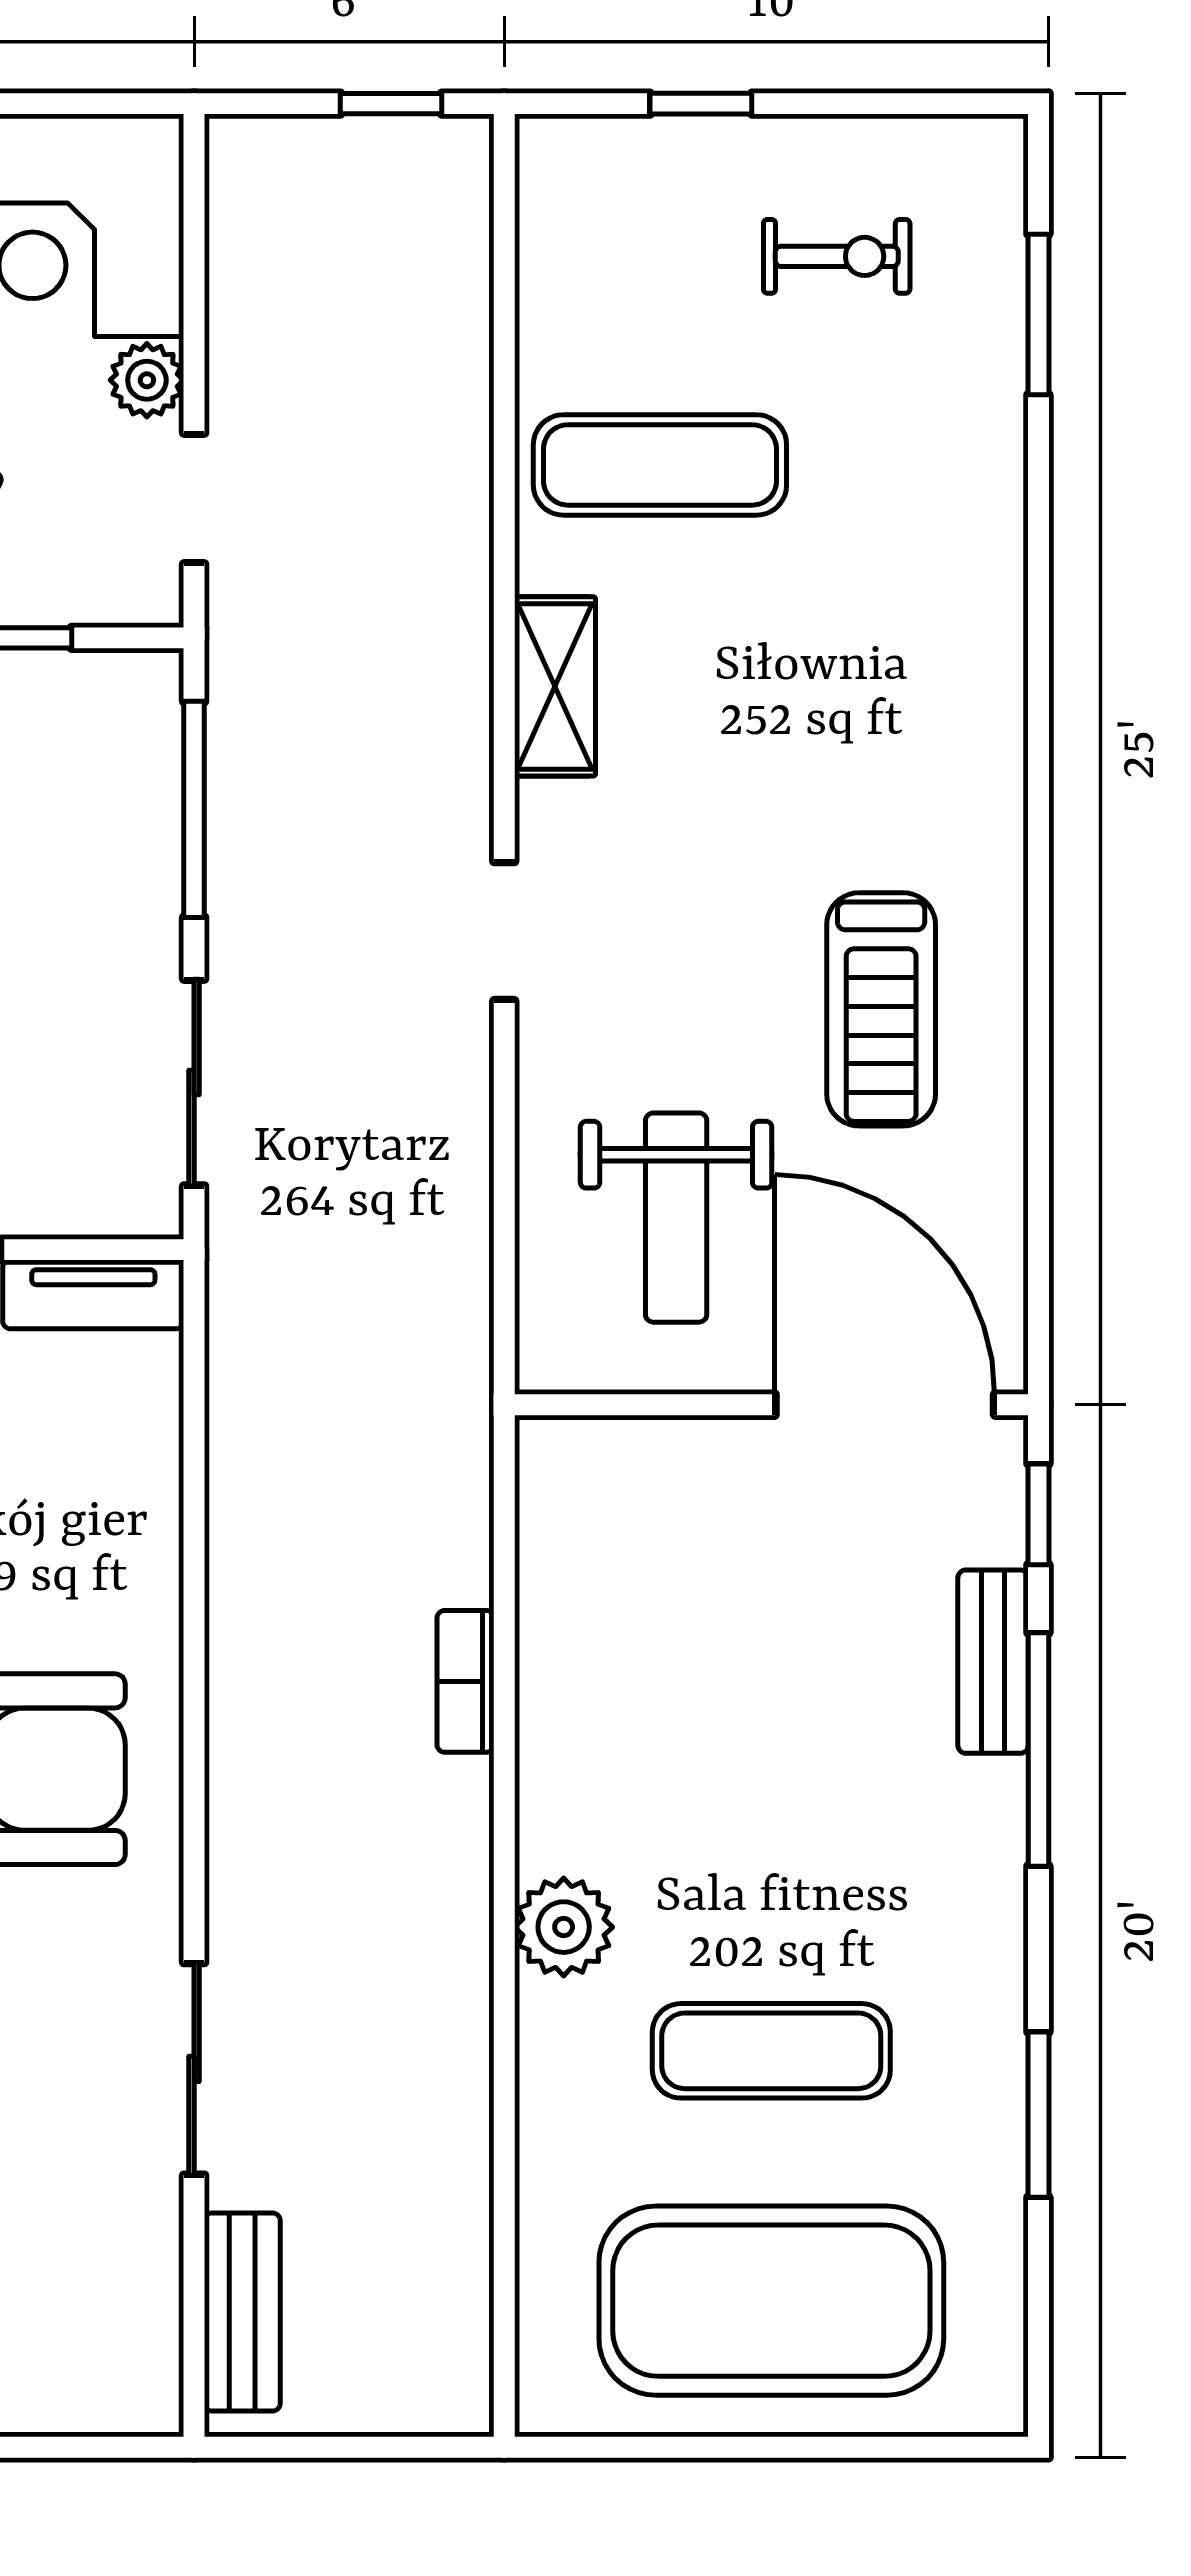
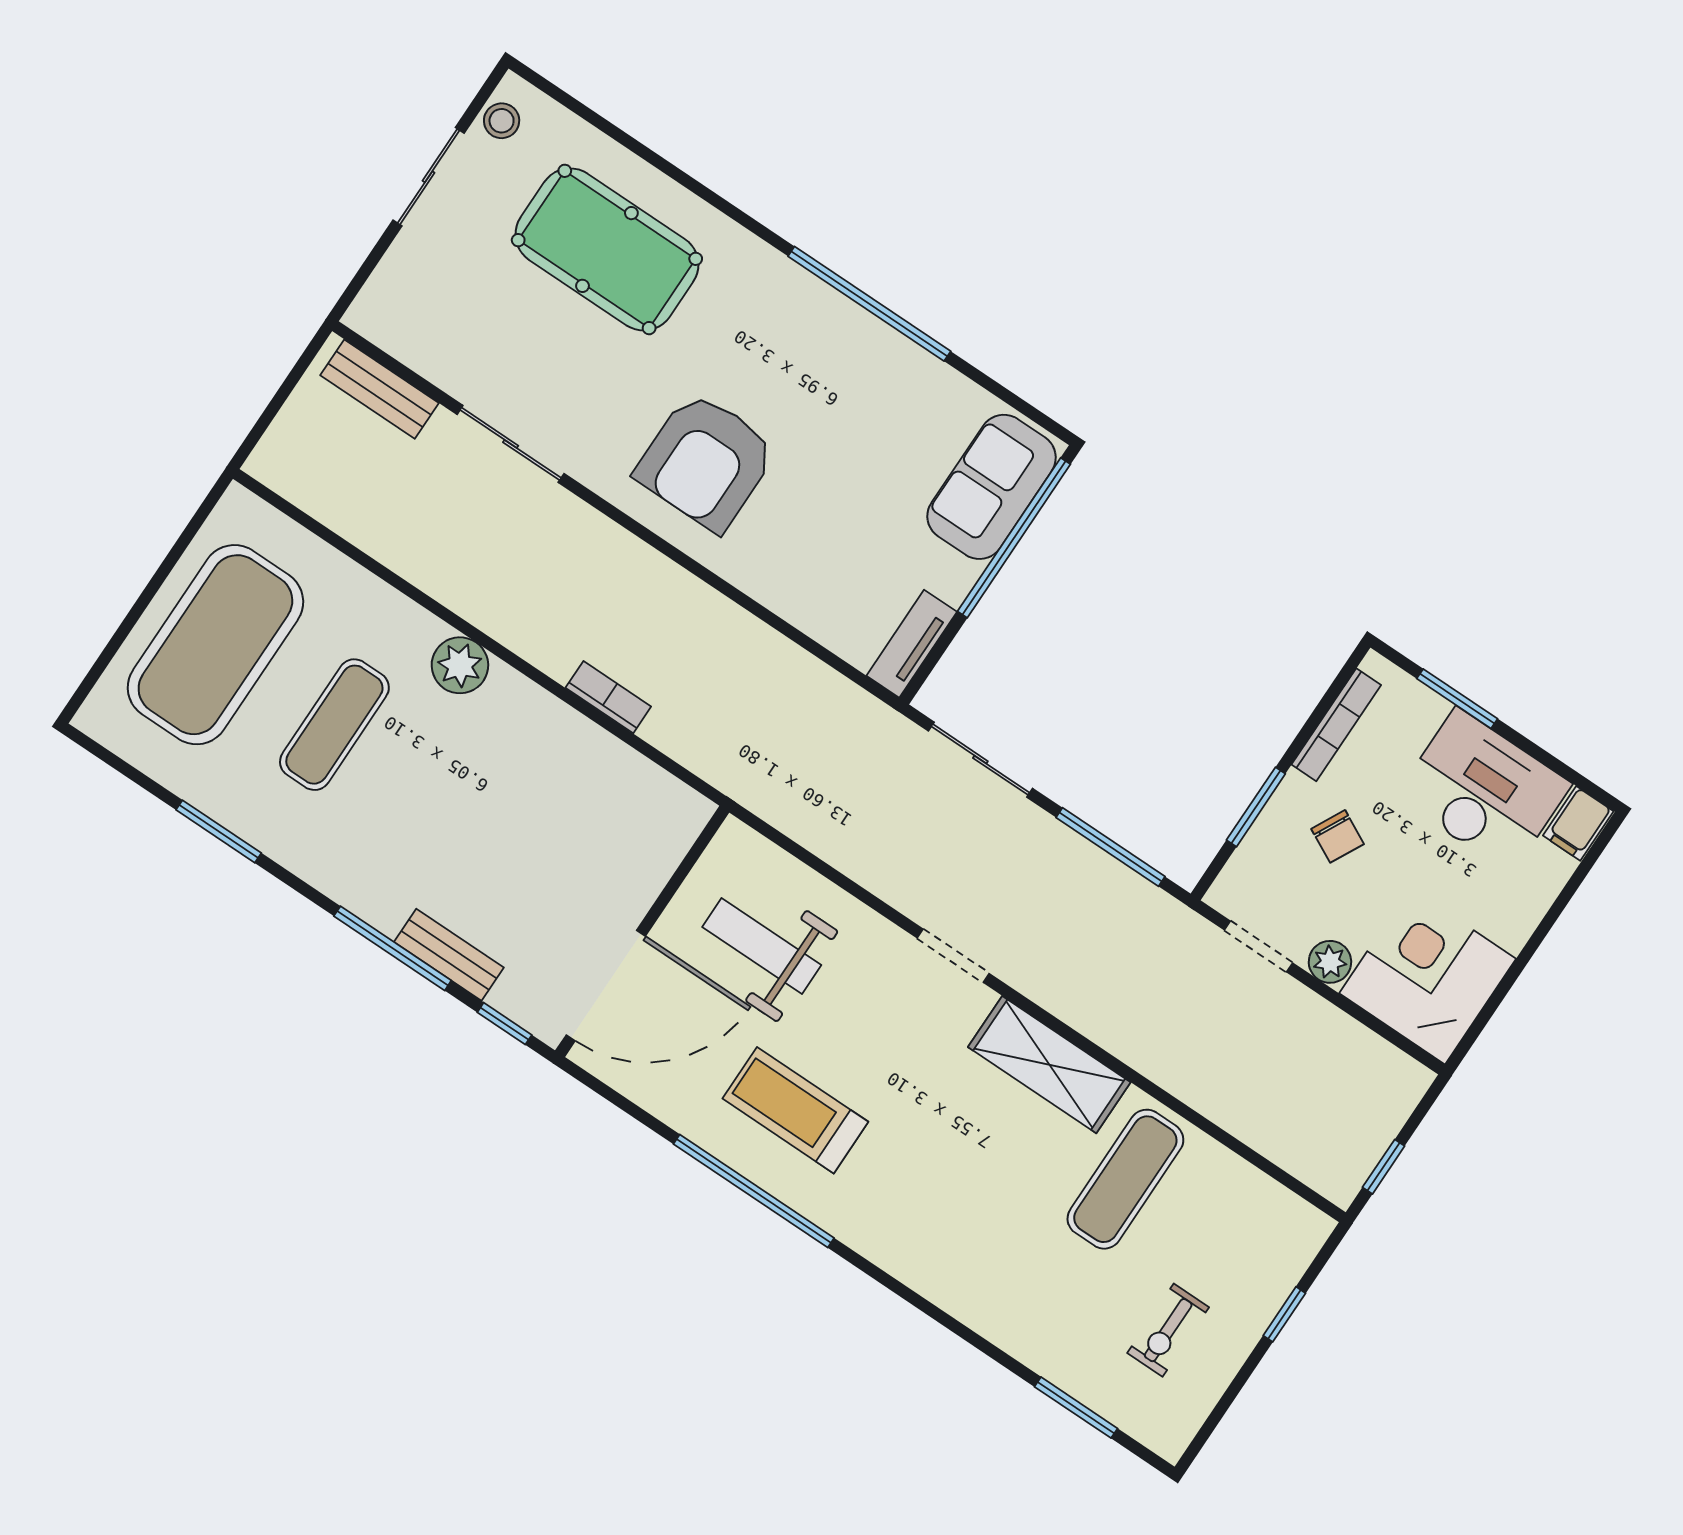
shelving: (555, 686) -> (1049, 1065), width x1.50, depth x1.33
window: (1038, 991) -> (754, 1191), added

